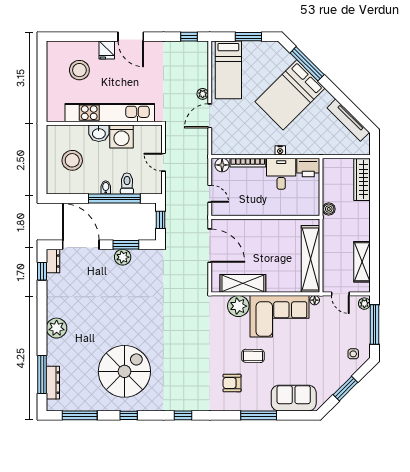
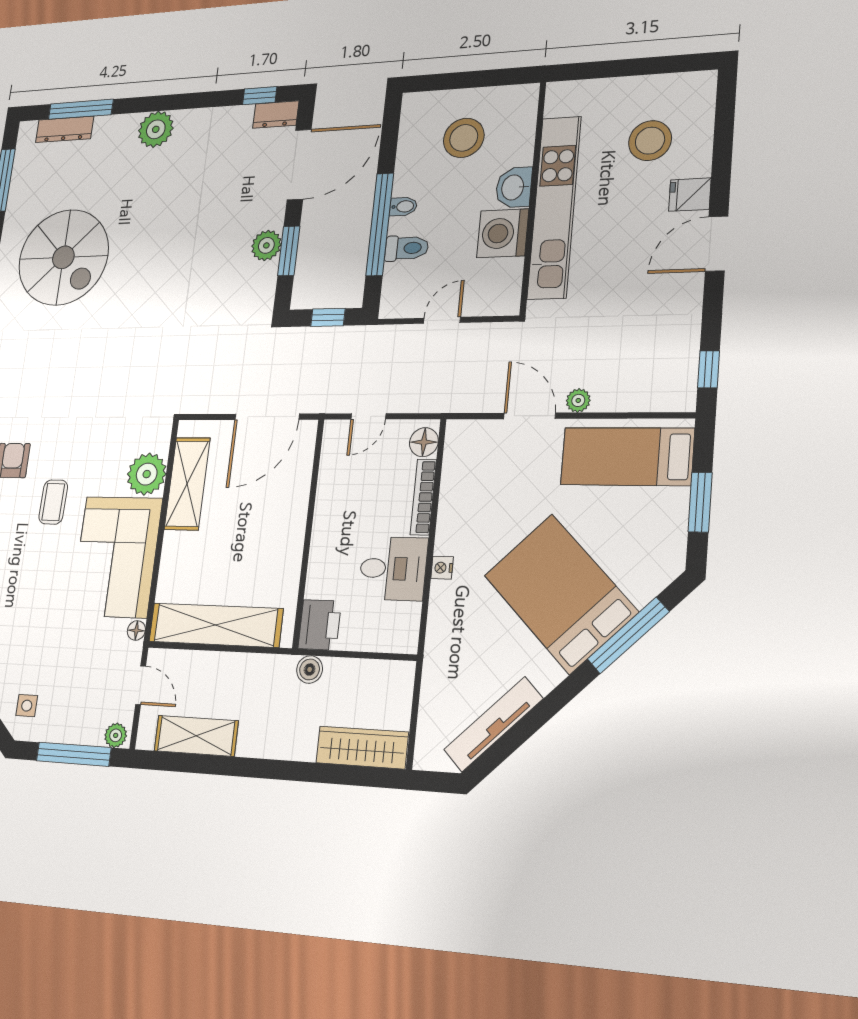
printer: (308, 167) -> (320, 625), moved, turned 180
door: (340, 294) -> (141, 685), swing flipped

